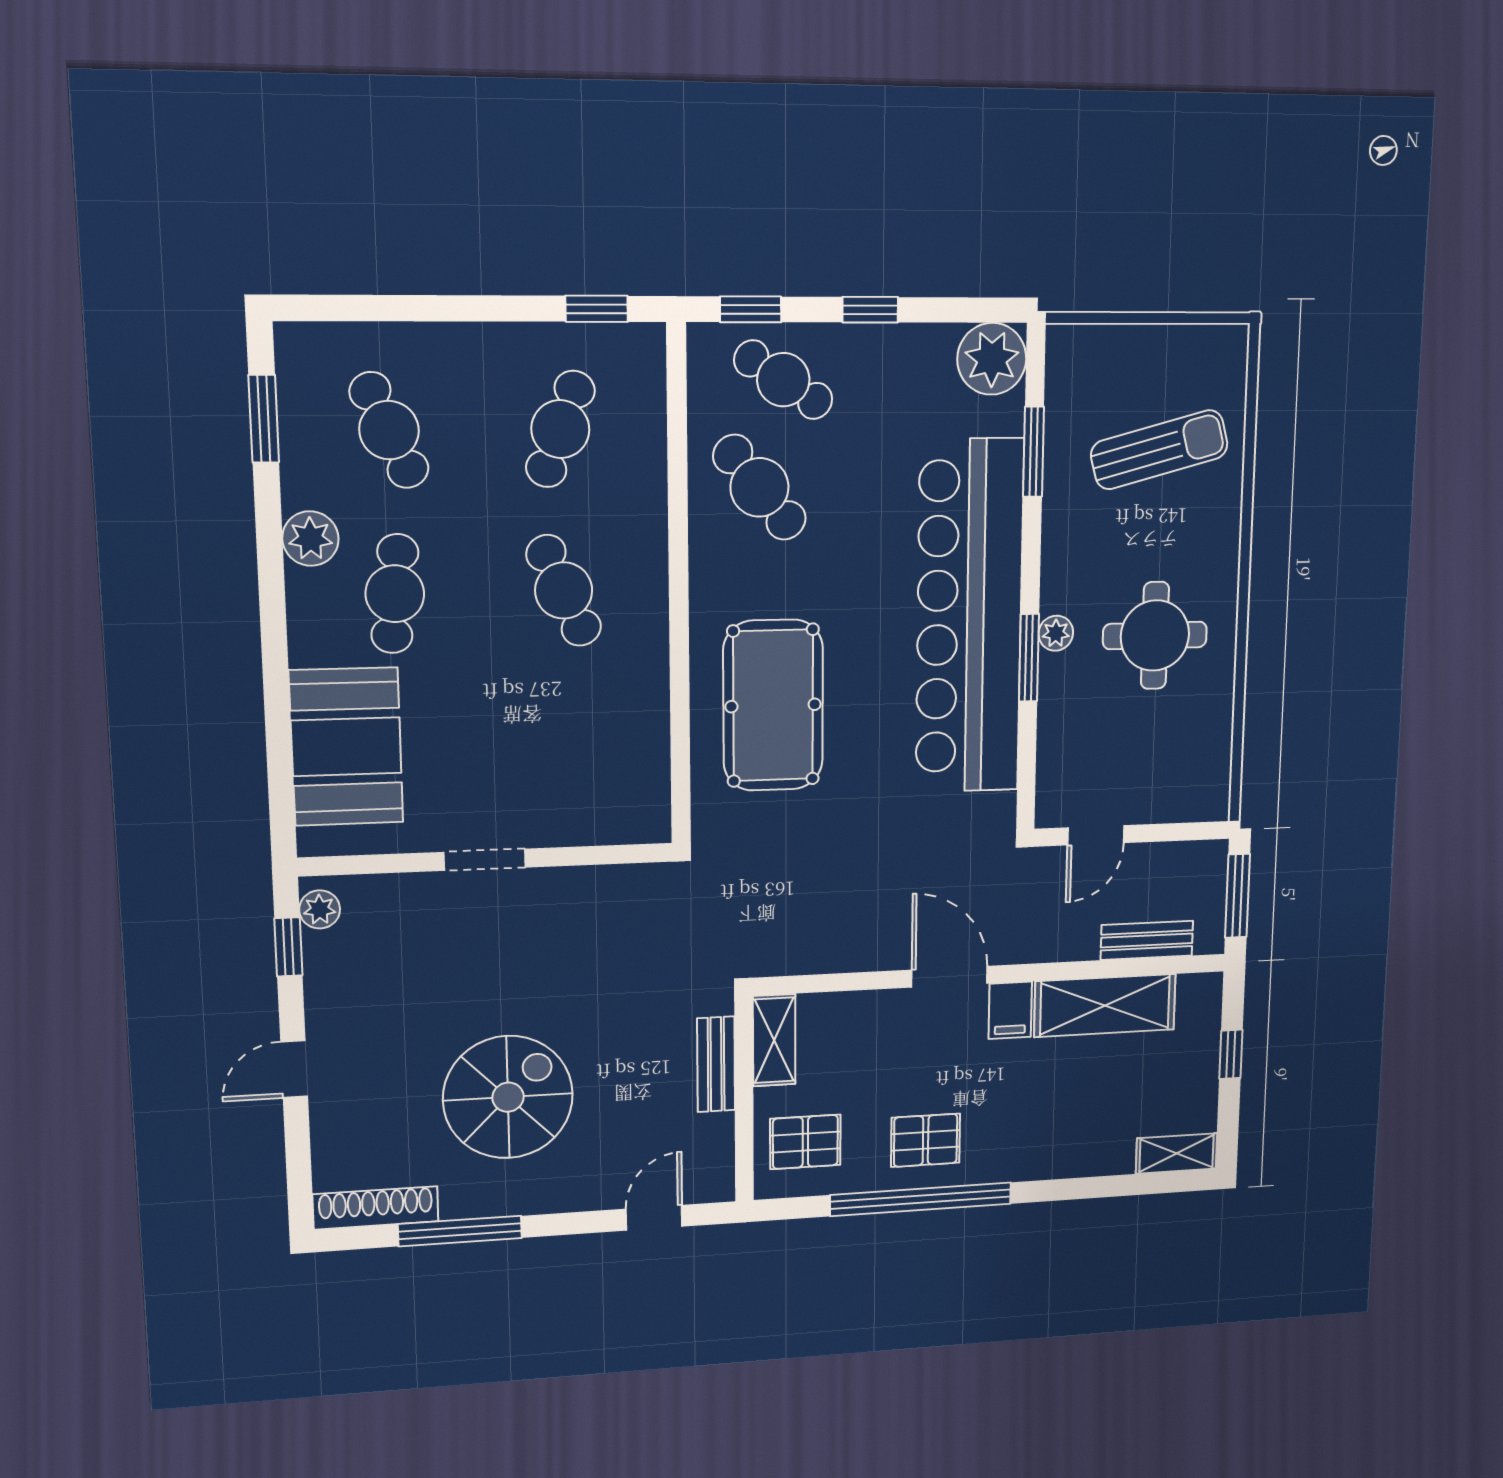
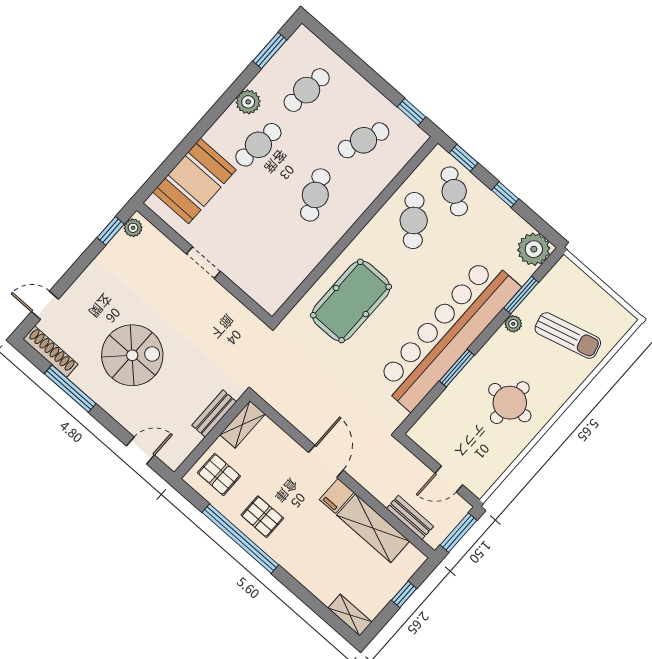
cafe table: (389, 430) -> (307, 90), turned 30
plant: (1056, 633) -> (513, 324), moved
door: (1096, 835) -> (449, 479), moved
door: (294, 1069) -> (45, 305), moved

